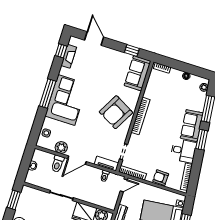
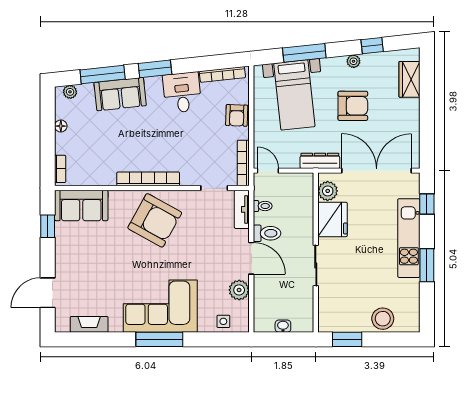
window: (61, 51) -> (84, 339), removed
sofa: (192, 126) -> (120, 94), moved
toilet: (57, 164) -> (267, 233), moved

